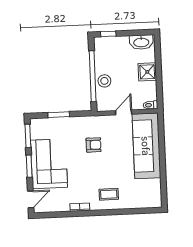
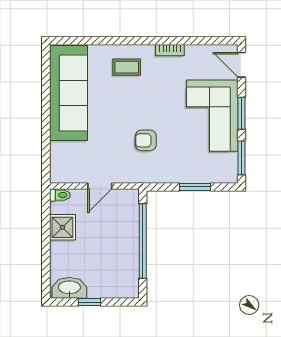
window: (108, 34) -> (89, 302), moved
shower: (147, 72) -> (62, 227), moved
stool: (104, 81) -> (126, 233), removed
sofa: (146, 146) -> (68, 93), moved
door: (31, 199) -> (241, 65), hinge flipped

